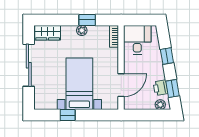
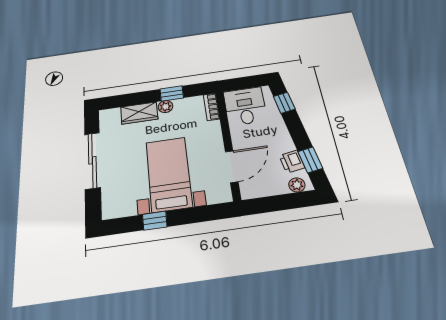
wardrobe: (48, 33) -> (139, 113), moved
window: (167, 56) -> (284, 103), moved

